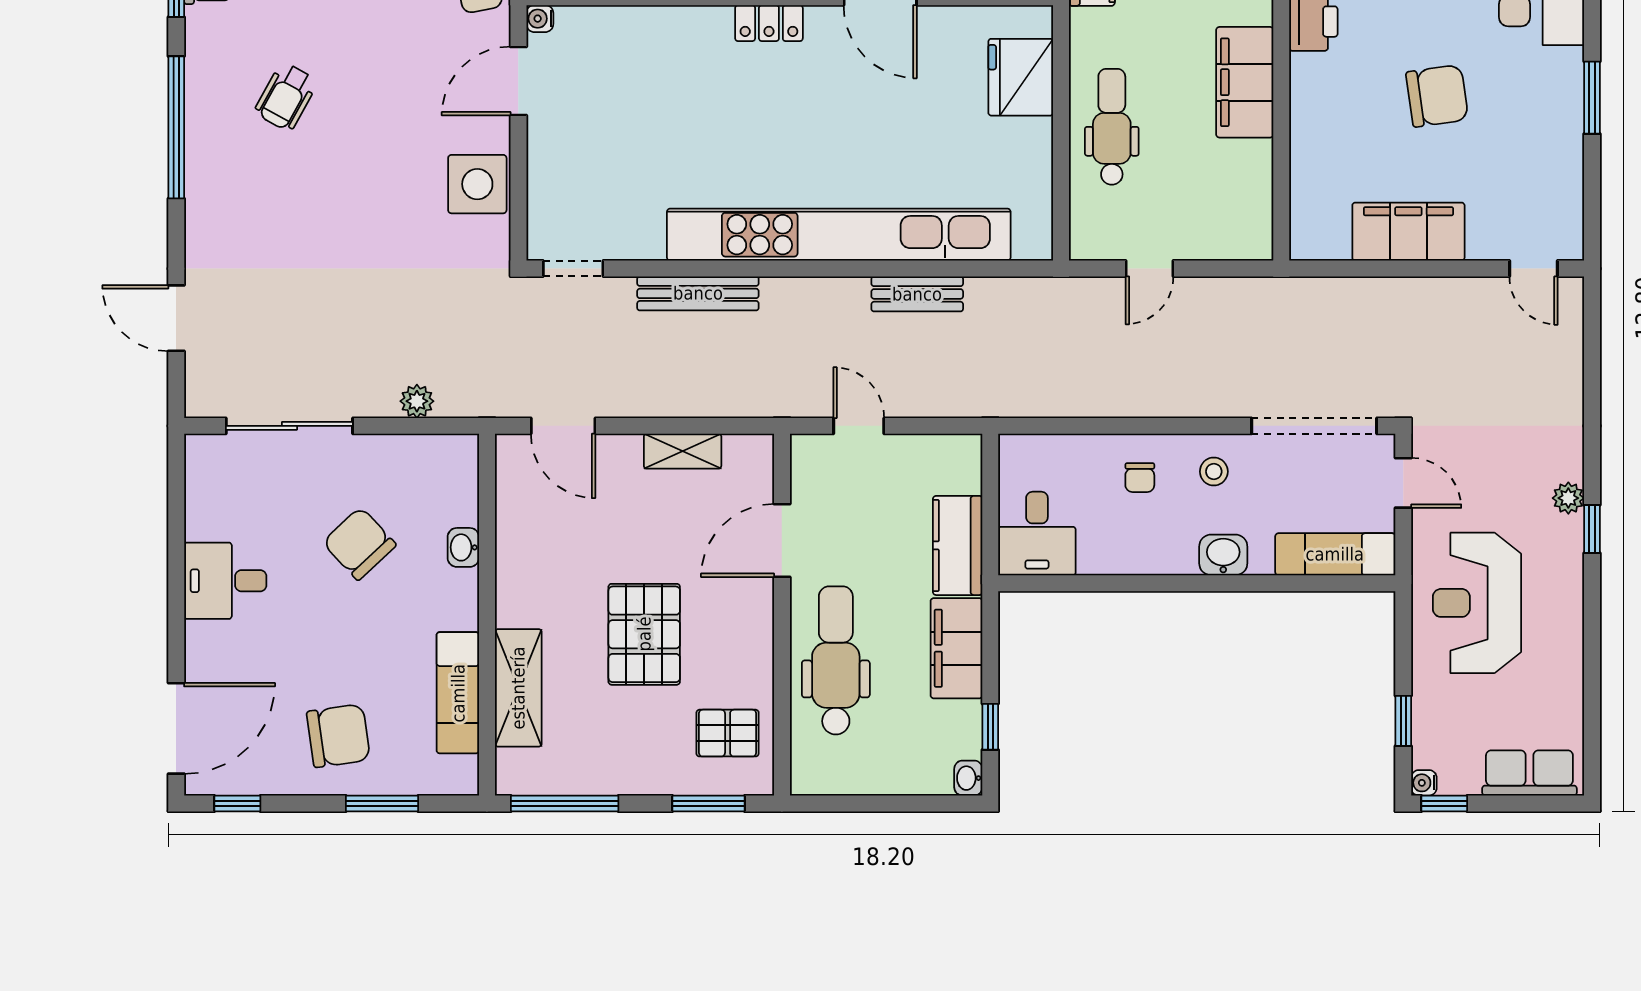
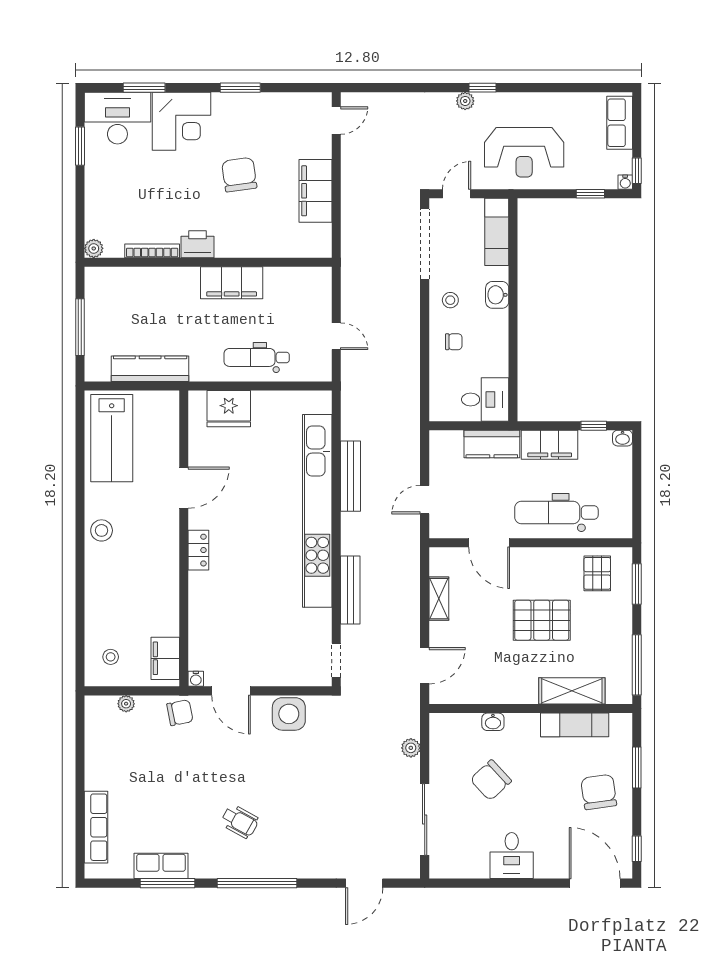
bench: (917, 294) -> (351, 476), width x1.36

